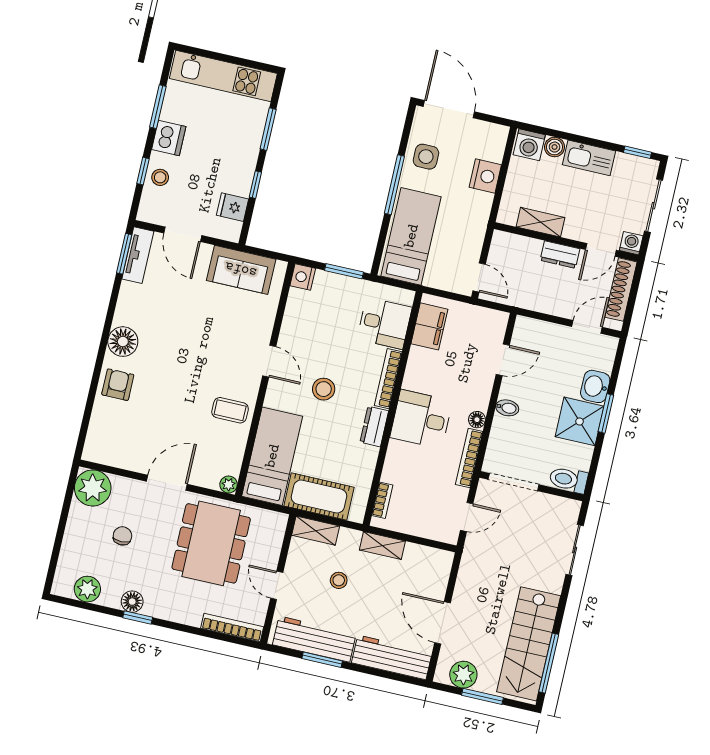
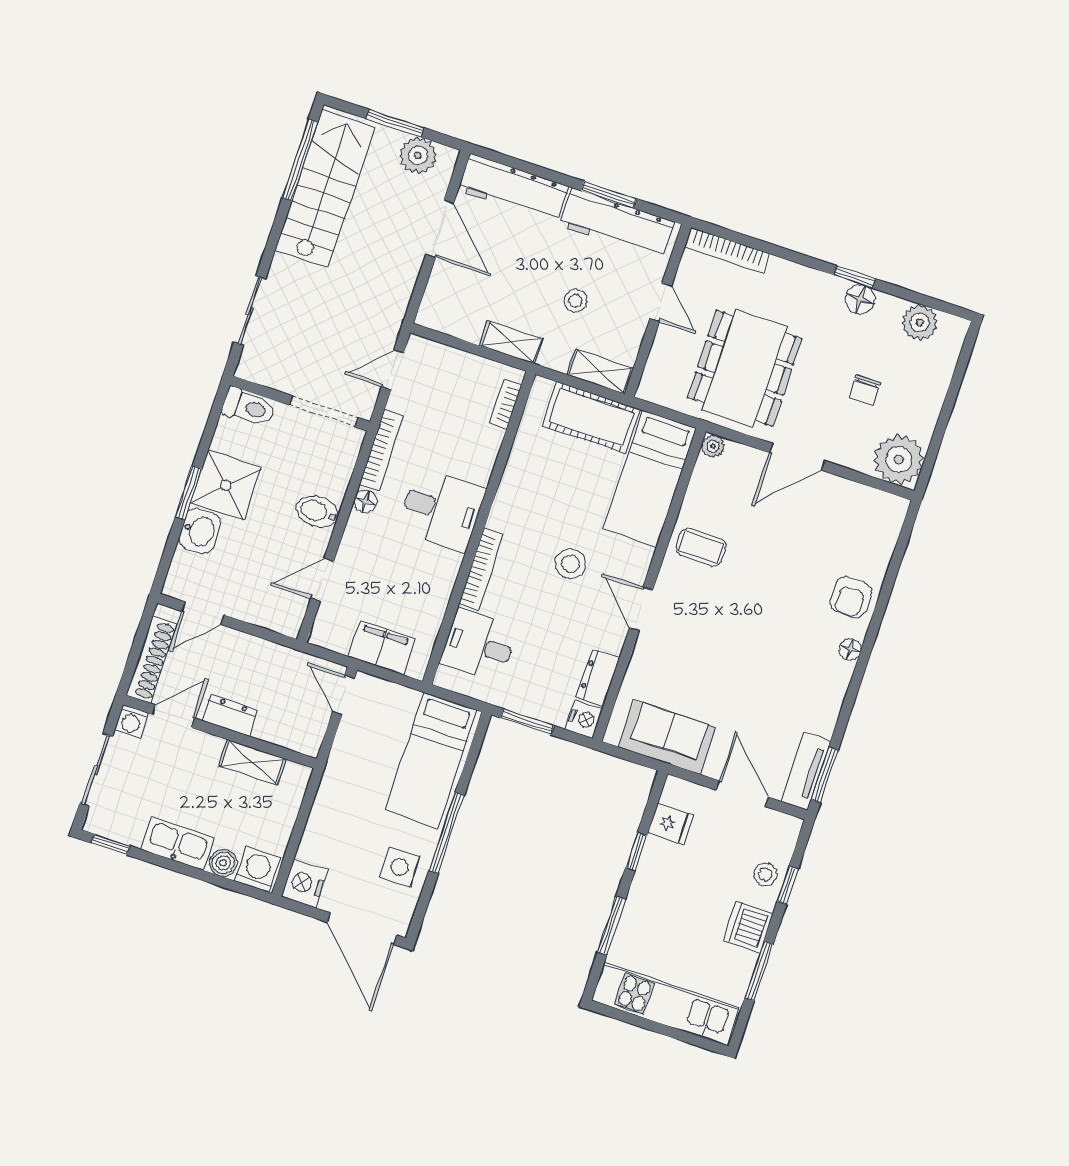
nightstand: (485, 176) -> (305, 883), moved
filing cabinet: (429, 326) -> (382, 648), moved, turned 90
floor lamp: (123, 342) -> (850, 649), width x0.53, depth x0.53
bidet: (507, 408) -> (317, 512), width x1.38, depth x1.36
dresser: (374, 427) -> (598, 678), moved, turned 180

